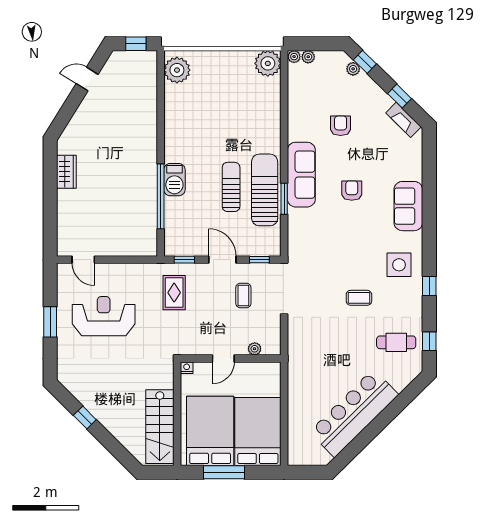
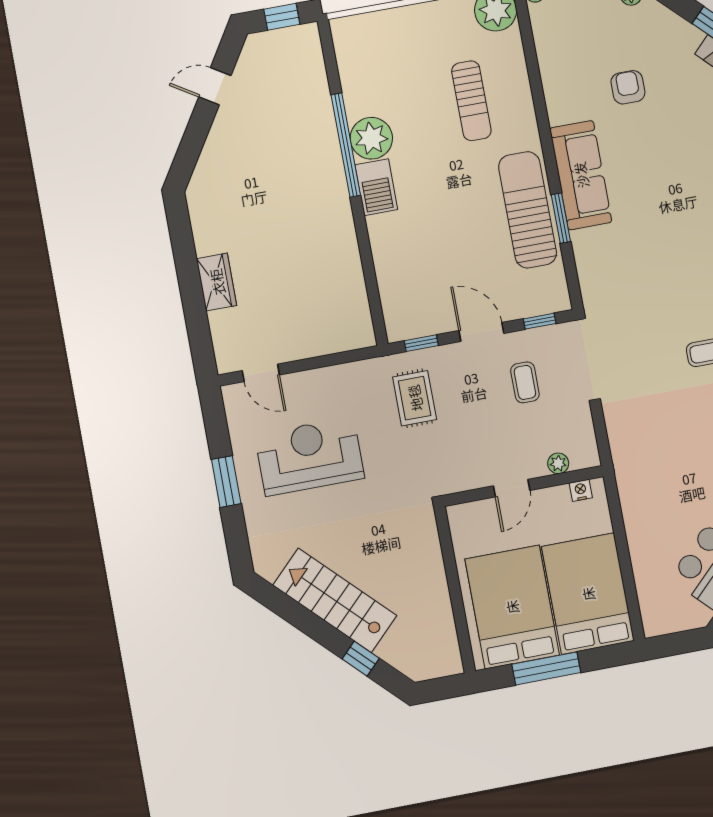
plant: (177, 70) -> (371, 138), moved
wardrobe: (66, 172) -> (217, 282), moved
barbecue: (174, 180) -> (376, 187), moved
sun lounger: (231, 187) -> (471, 101), moved, turned 180
armchair: (352, 191) -> (665, 186), removed
window: (161, 196) -> (346, 145), moved
nightstand: (187, 368) -> (581, 490), moved
window: (85, 417) -> (361, 659), moved
stairs: (160, 427) -> (335, 600), moved, turned 135

